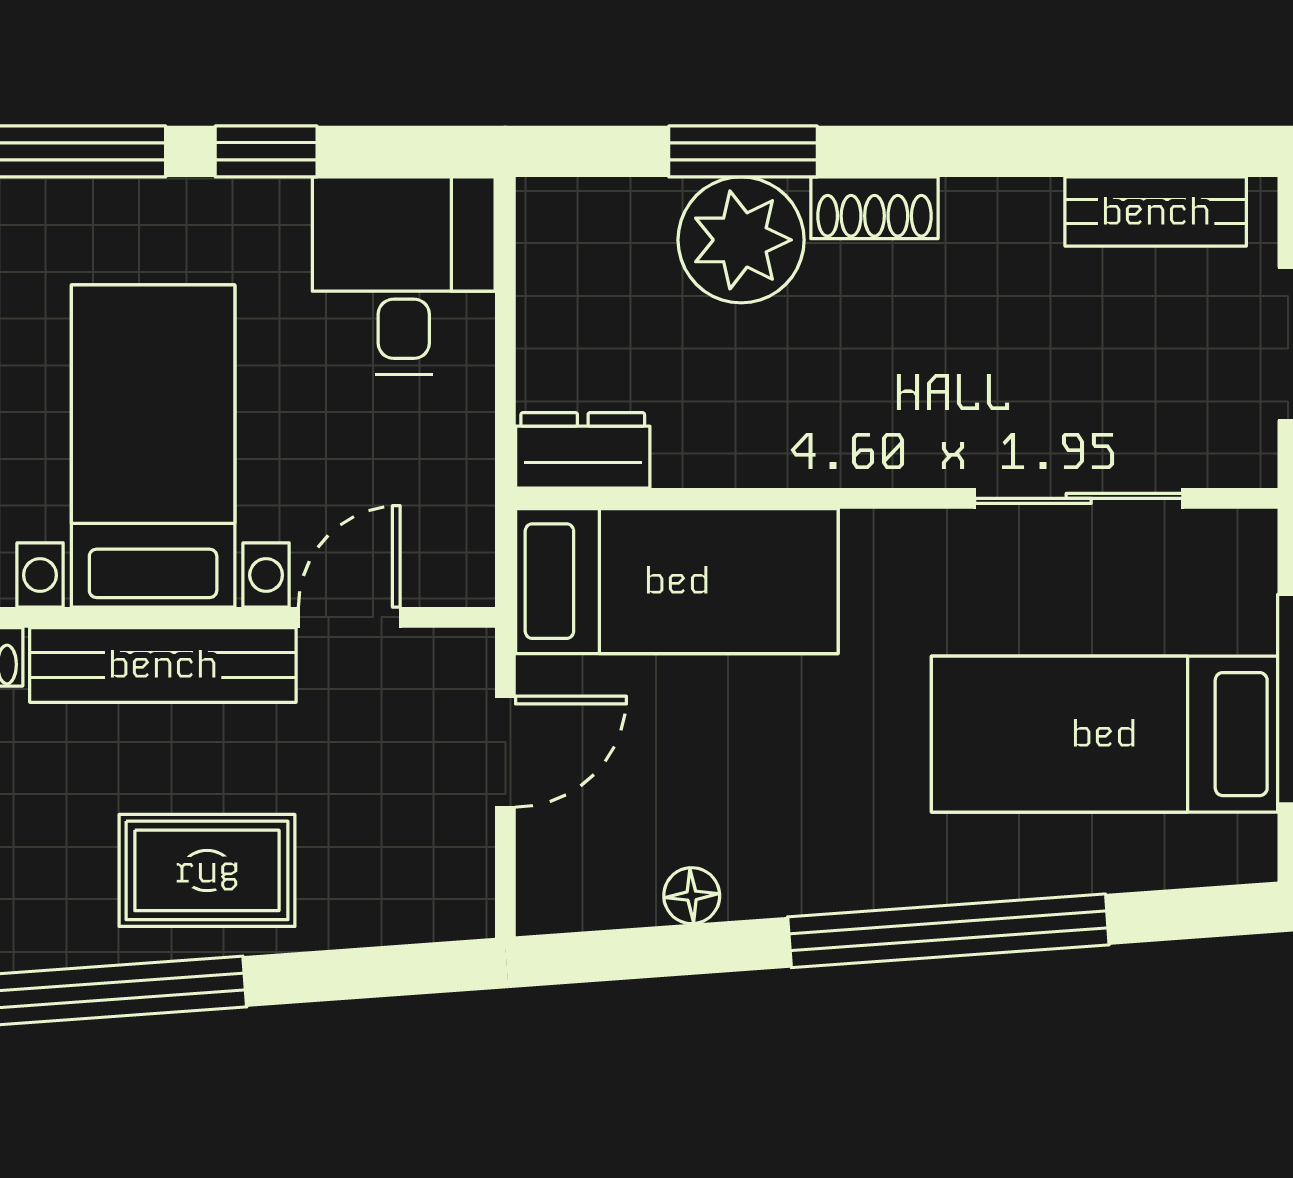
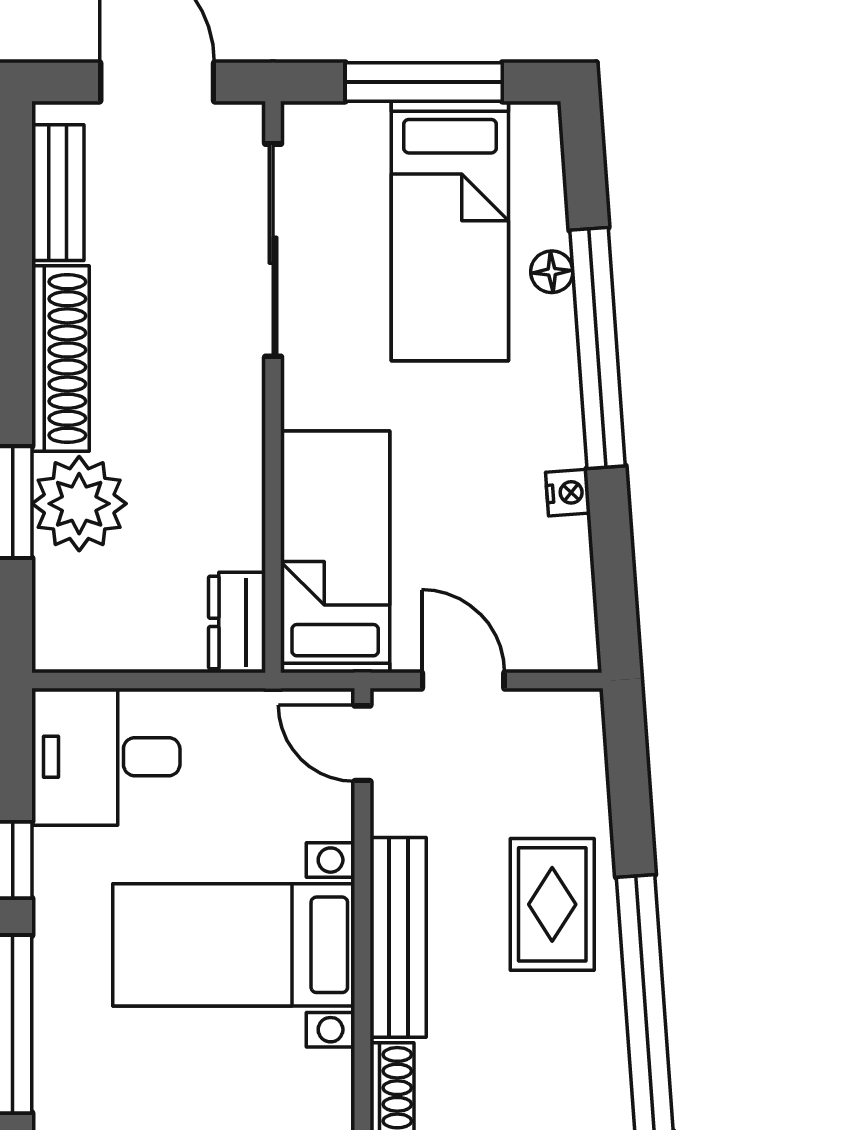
shoe rack: (874, 208) -> (60, 359), width x1.94, depth x1.24
sliding door: (1079, 498) -> (273, 250), width x1.37
door: (349, 617) -> (362, 743), moved
nightstand: (756, 891) -> (568, 493), added
floor lamp: (692, 896) -> (552, 272), moved

